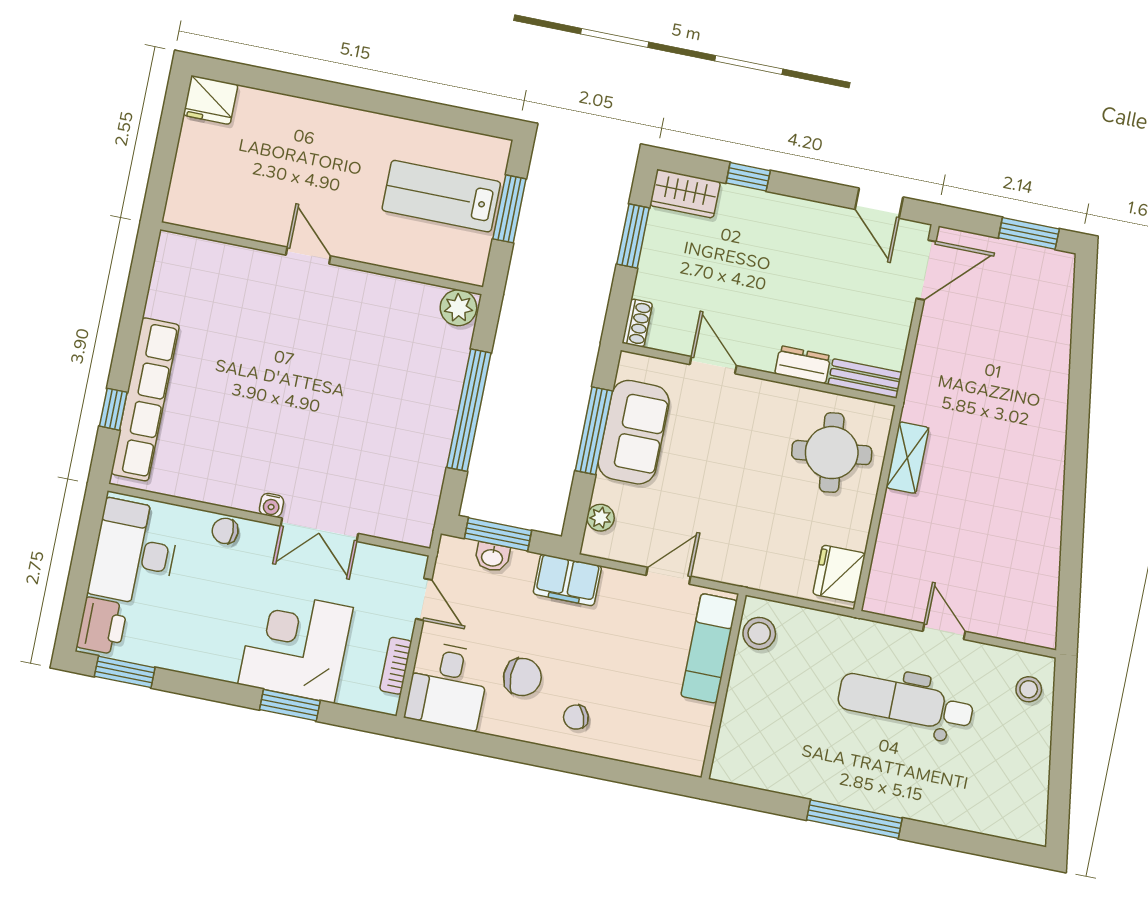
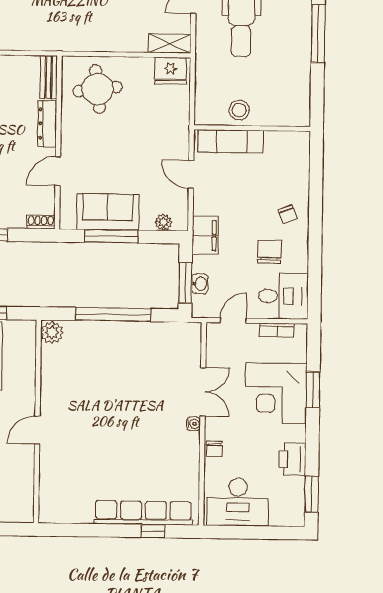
dresser: (803, 365) -> (47, 124), width x1.44
shelving: (907, 458) -> (170, 43), moved
printer: (102, 626) -> (292, 459), moved, turned -90
stool: (759, 633) -> (239, 110), moved

